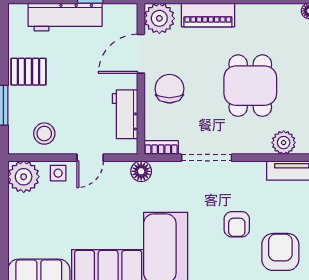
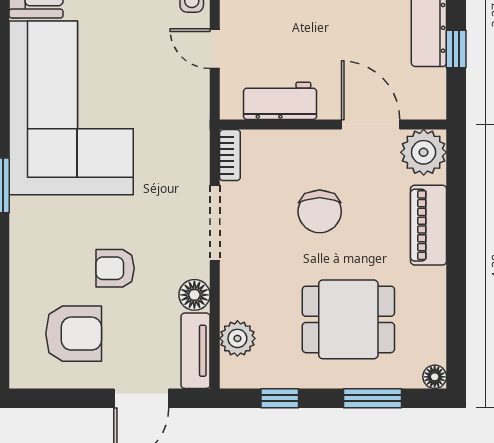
dining table: (250, 86) -> (348, 319), moved
chair: (169, 89) -> (320, 211), moved, turned 90
floor lamp: (141, 171) -> (194, 295), moved

